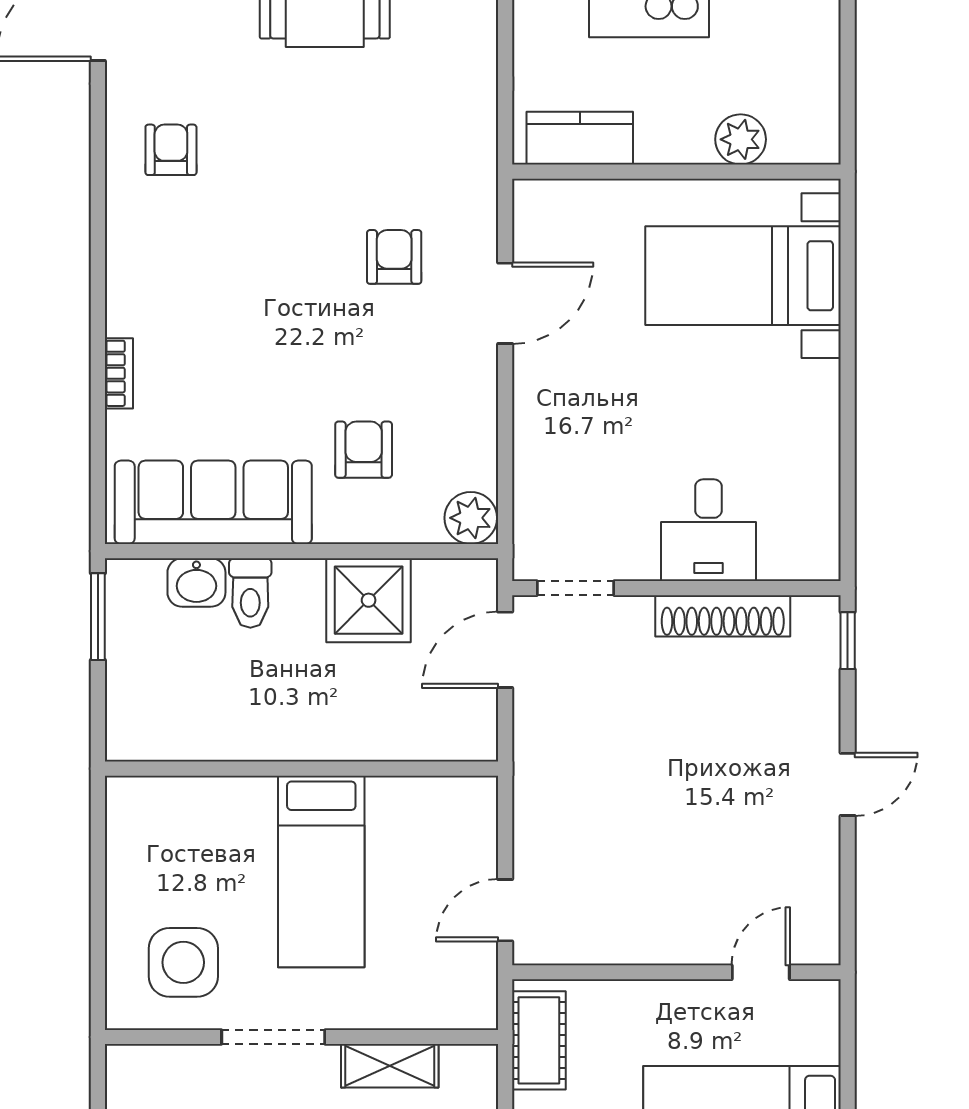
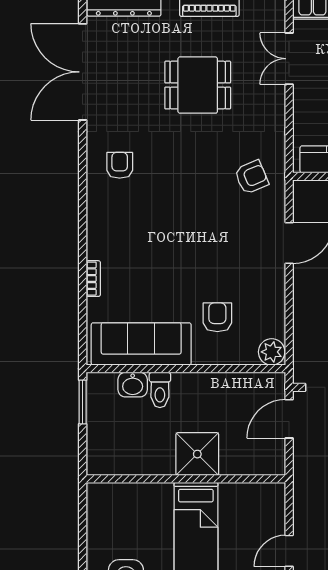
armchair: (394, 257) -> (251, 177), moved, turned 67
shower: (369, 600) -> (197, 454), moved

